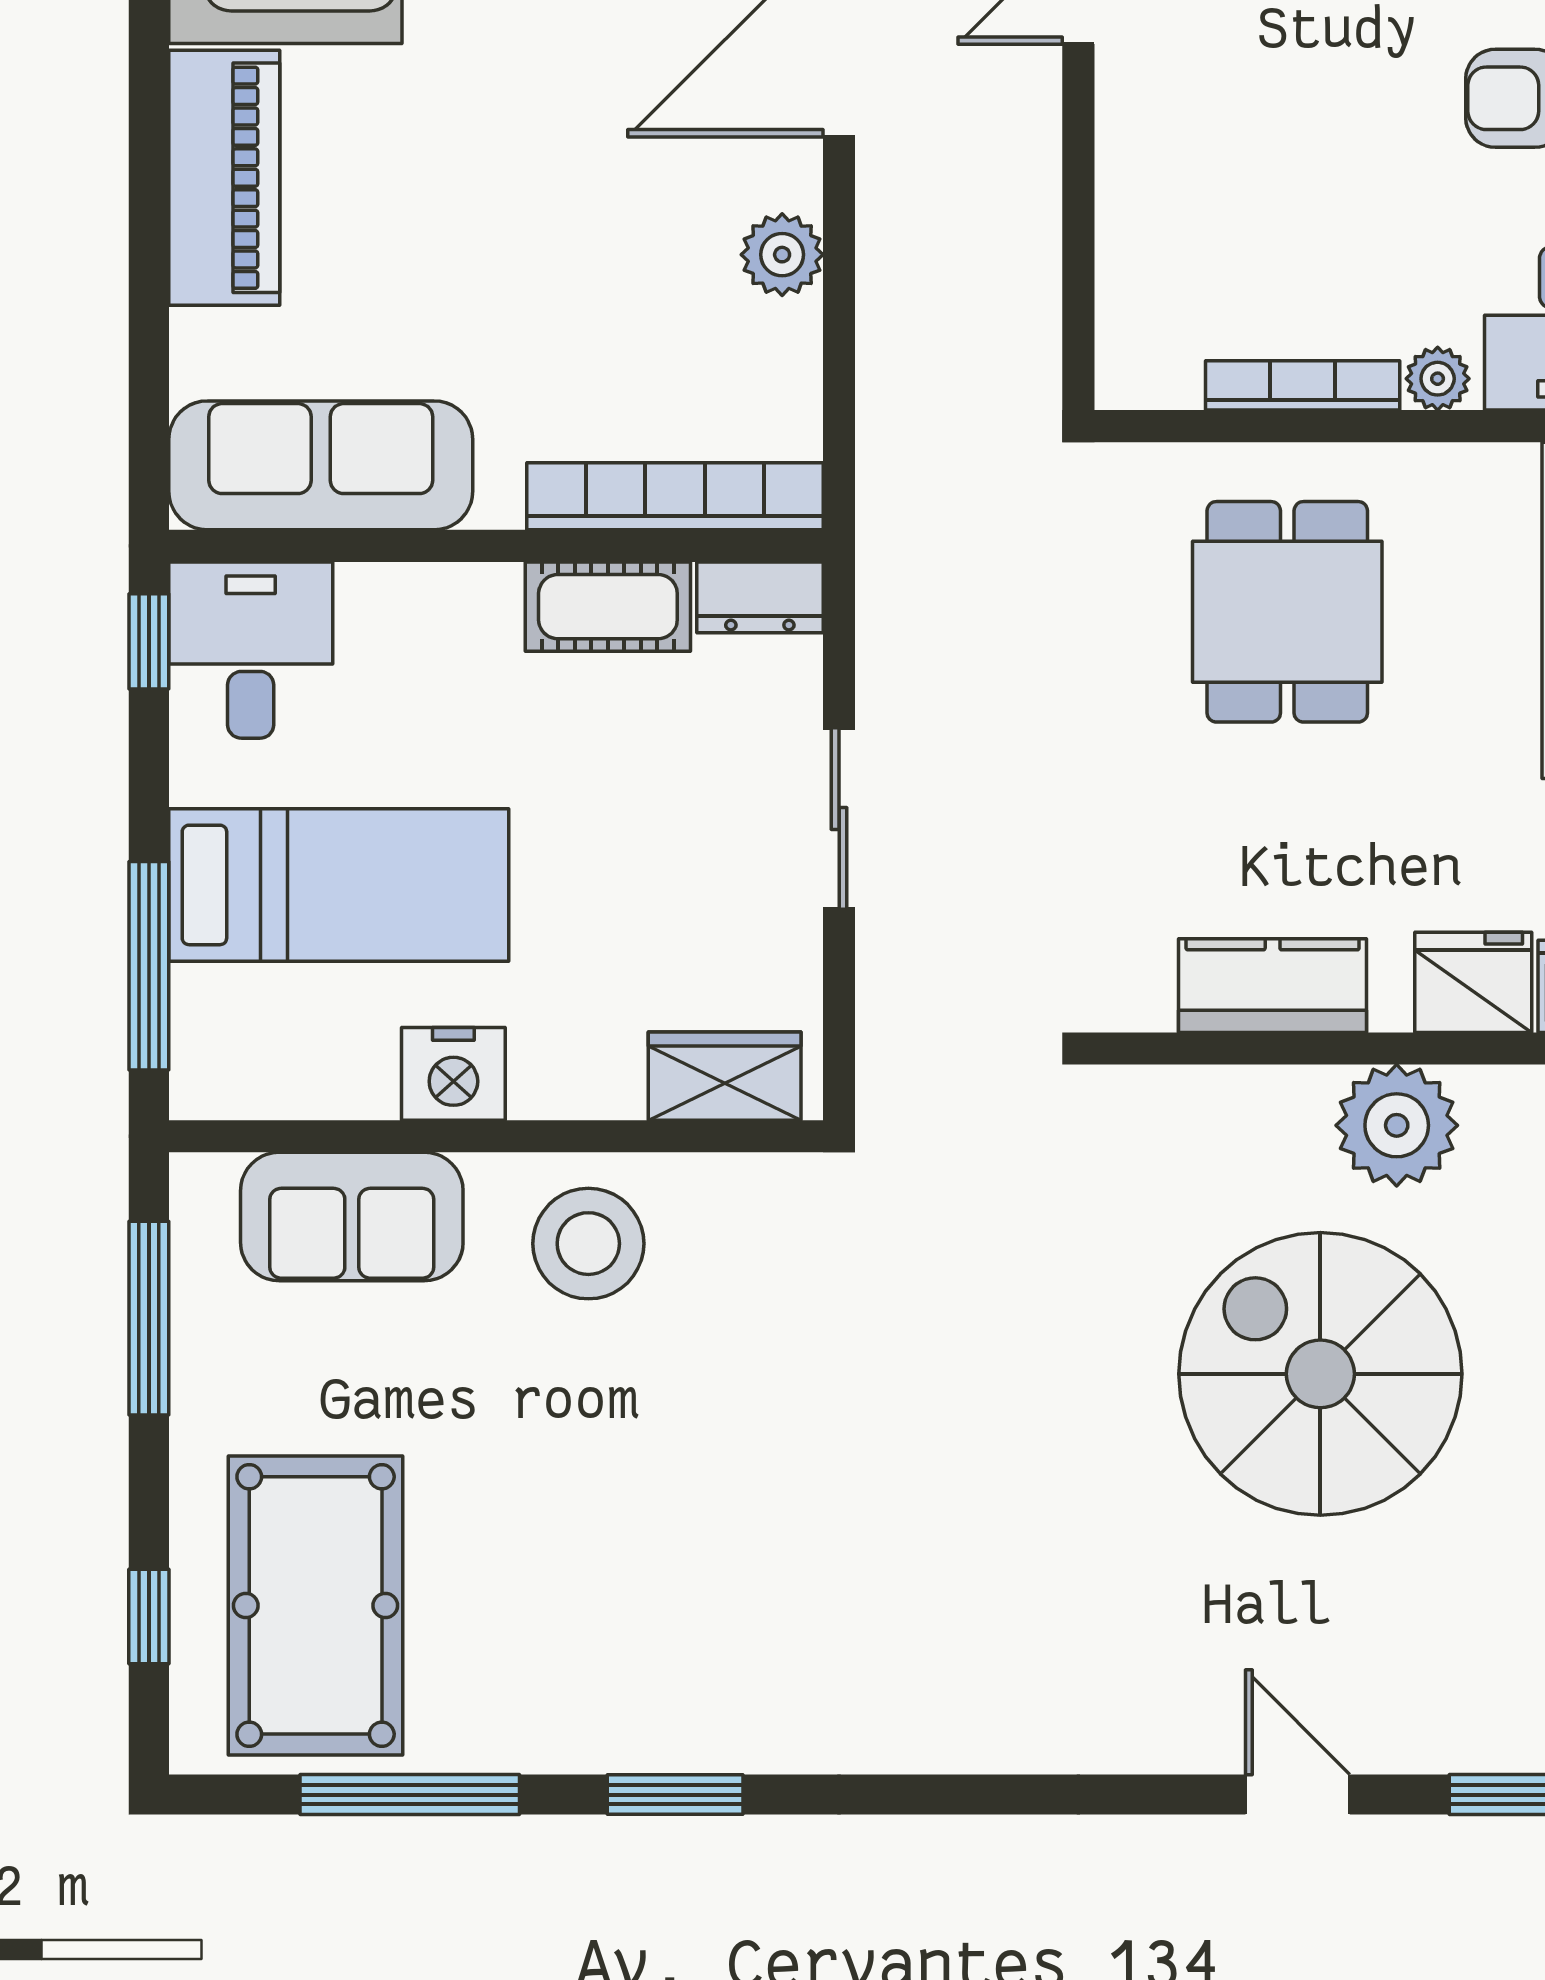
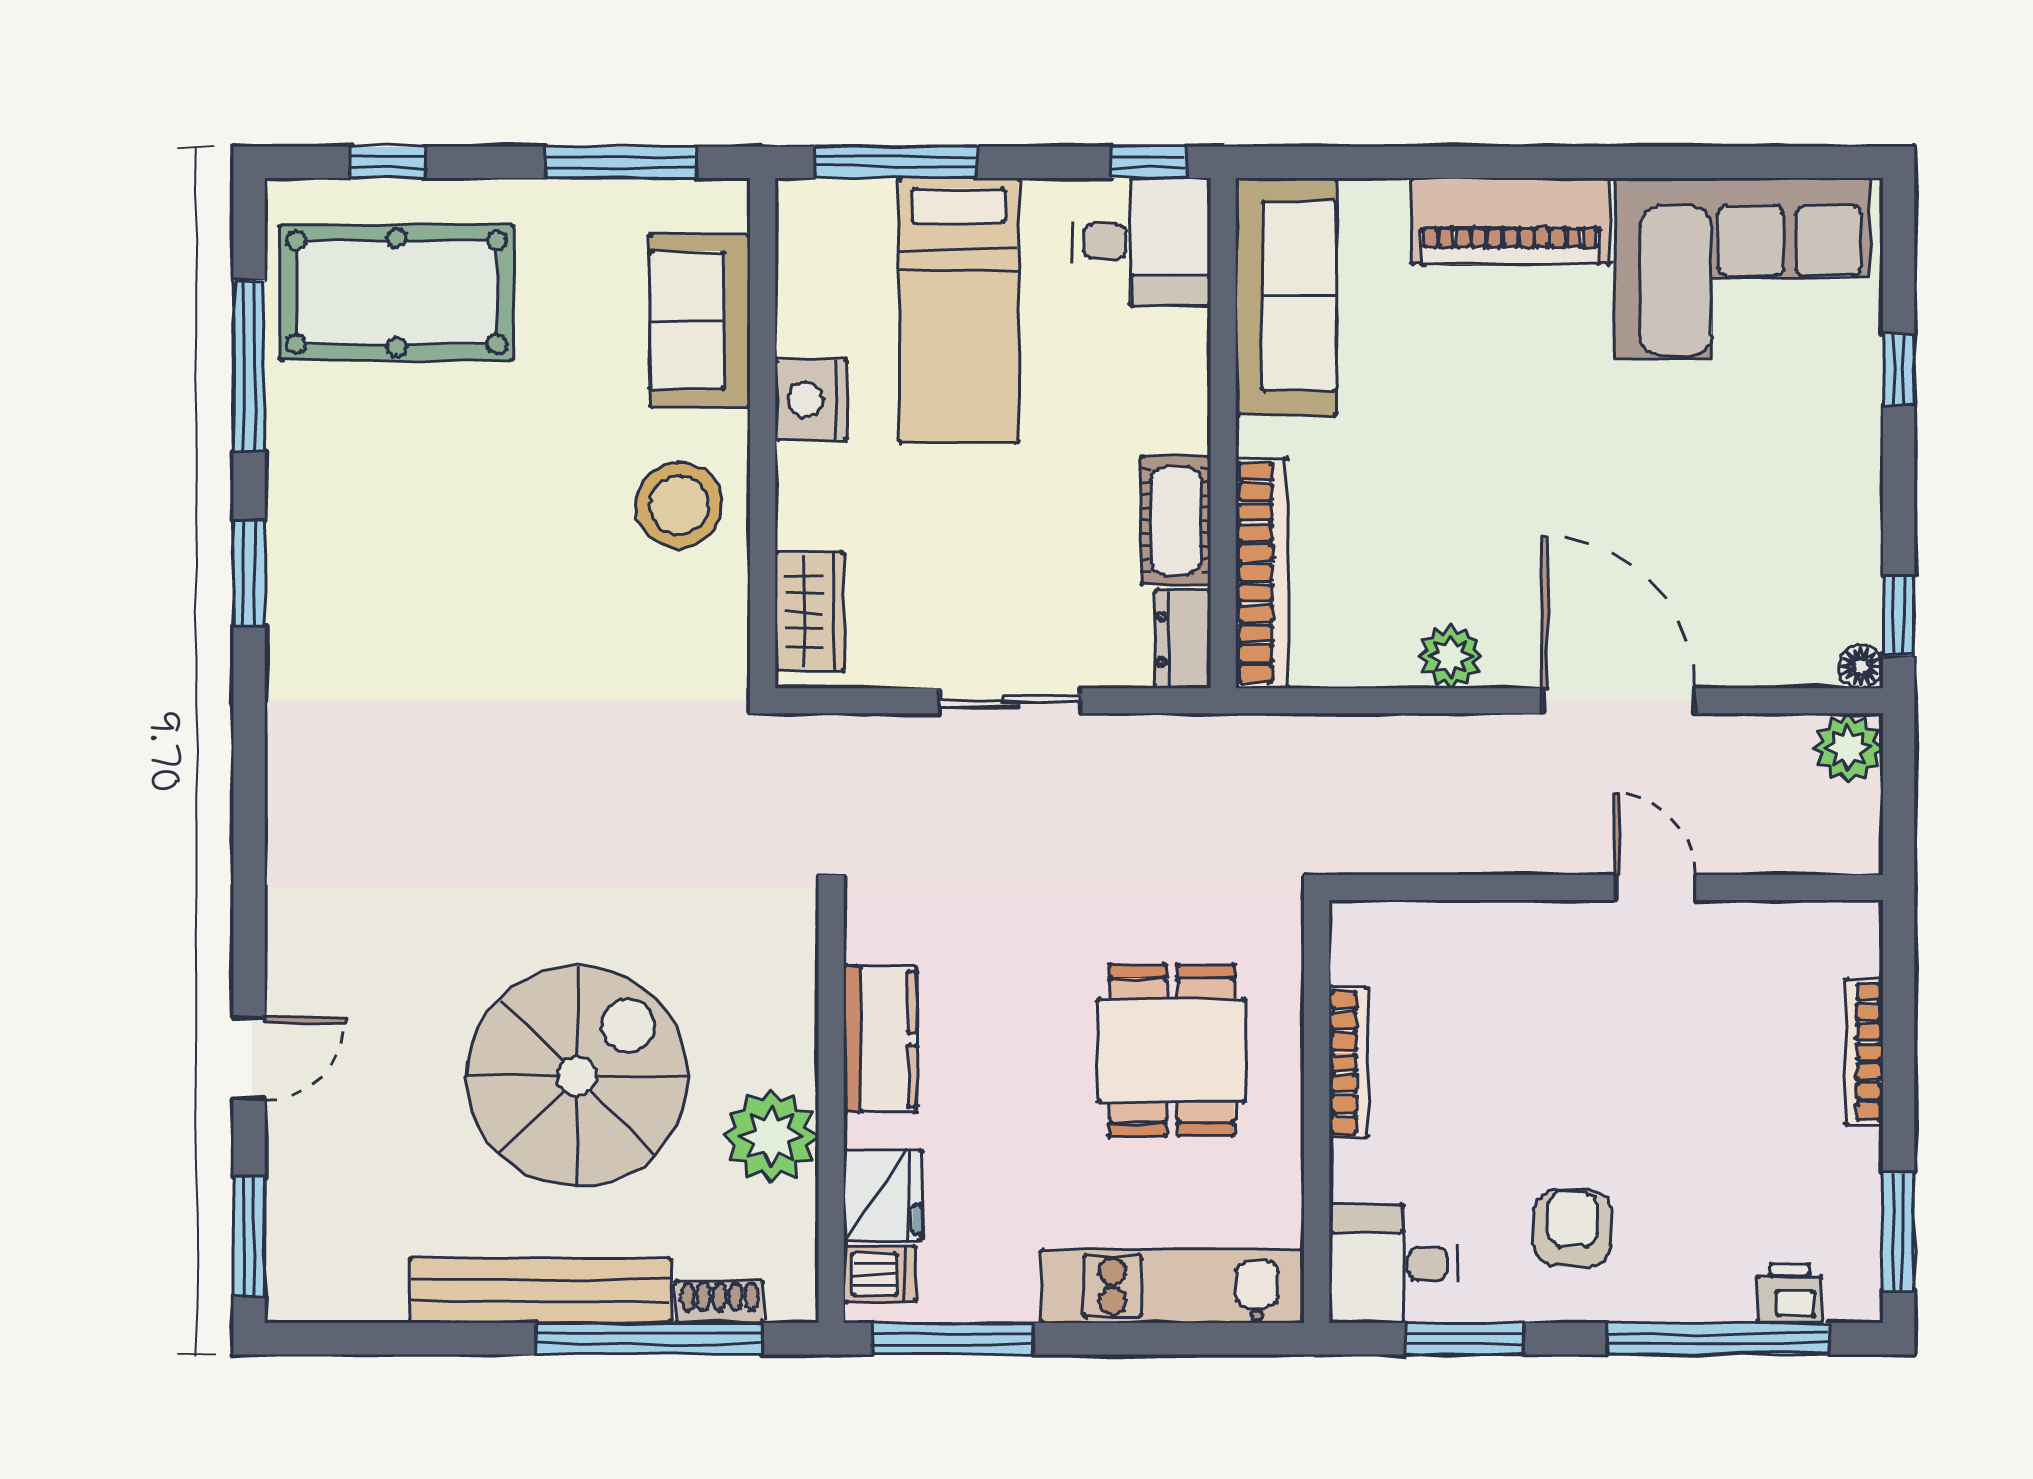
plant: (1438, 379) -> (1354, 1168), removed
dining table: (1287, 612) -> (1172, 1050), turned 90

